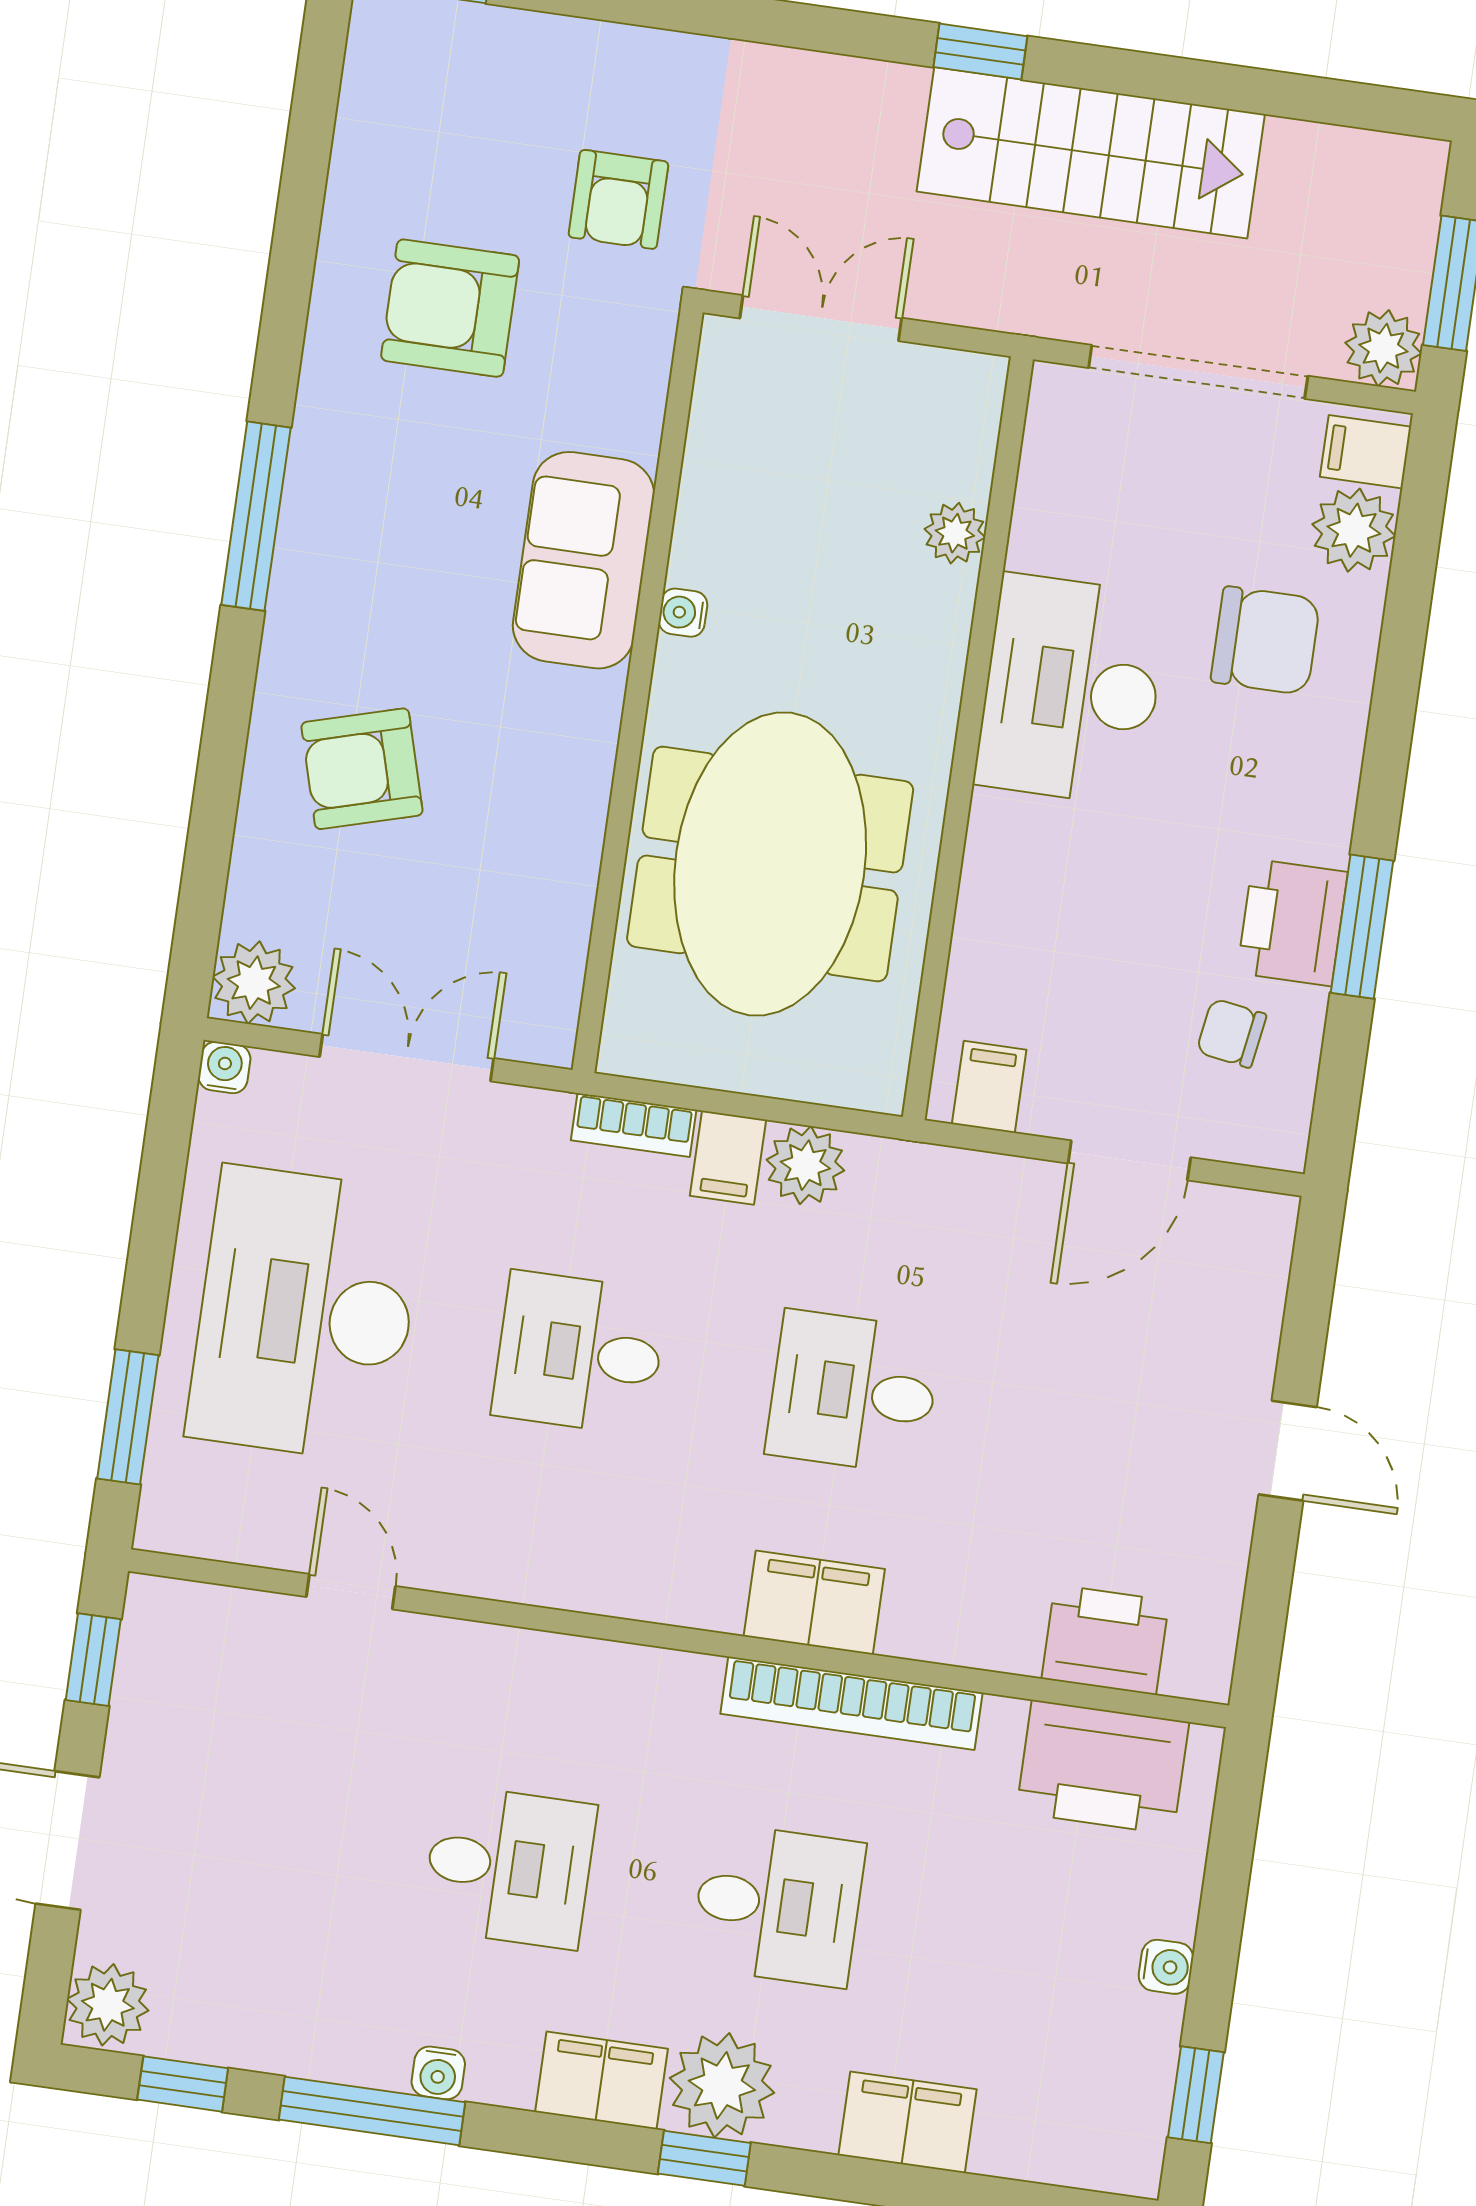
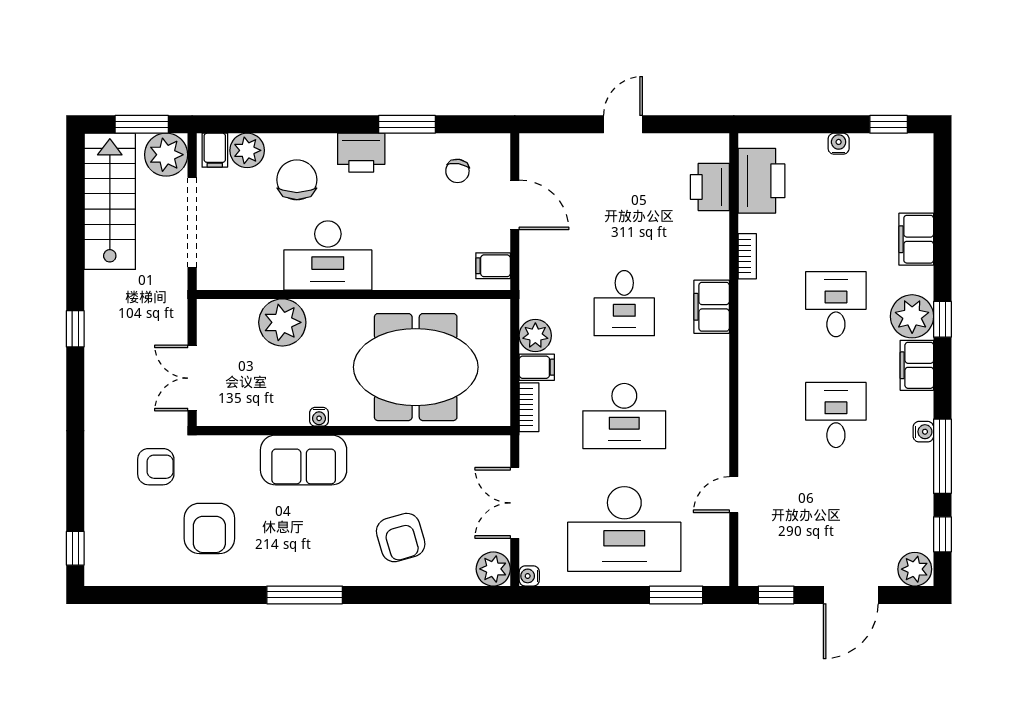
stairs: (1091, 153) -> (110, 201), moved
plant: (1383, 348) -> (166, 155), width x1.36, depth x1.36
plant: (955, 533) -> (282, 322), width x1.87, depth x1.87
printer: (1292, 923) -> (361, 153), moved
desk: (579, 1353) -> (624, 416), width x1.37
bookcase: (851, 1703) -> (747, 256), width x0.43, depth x0.76

